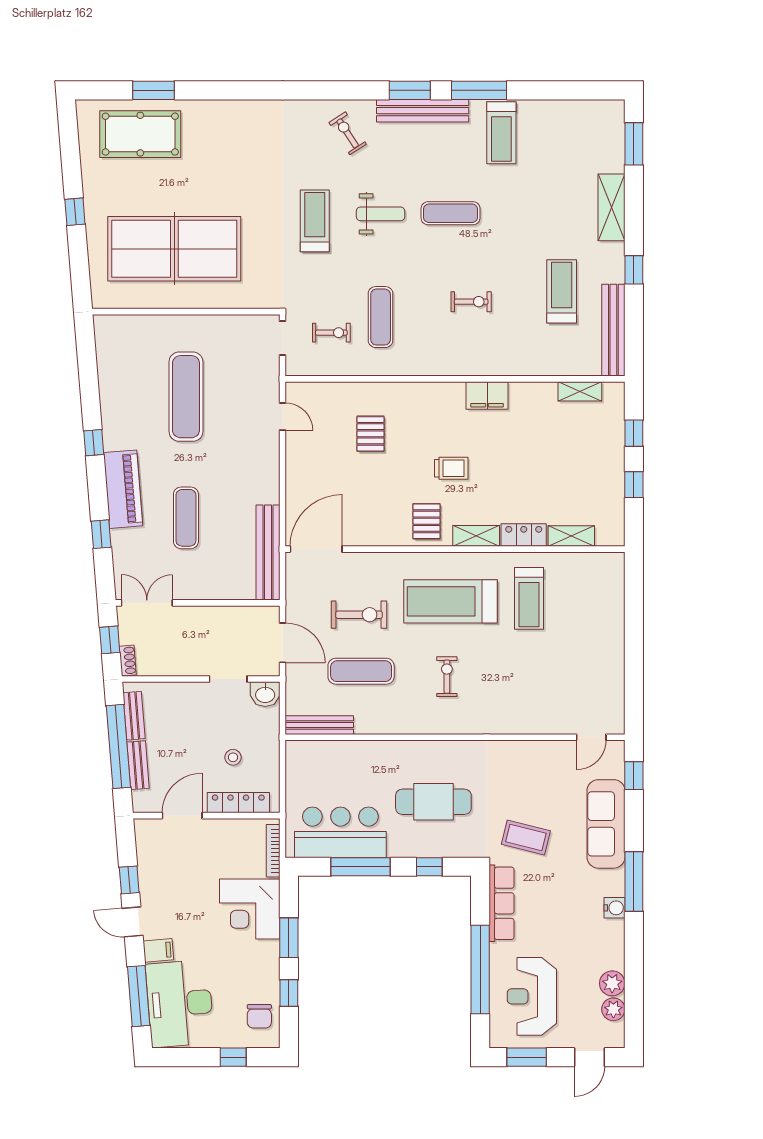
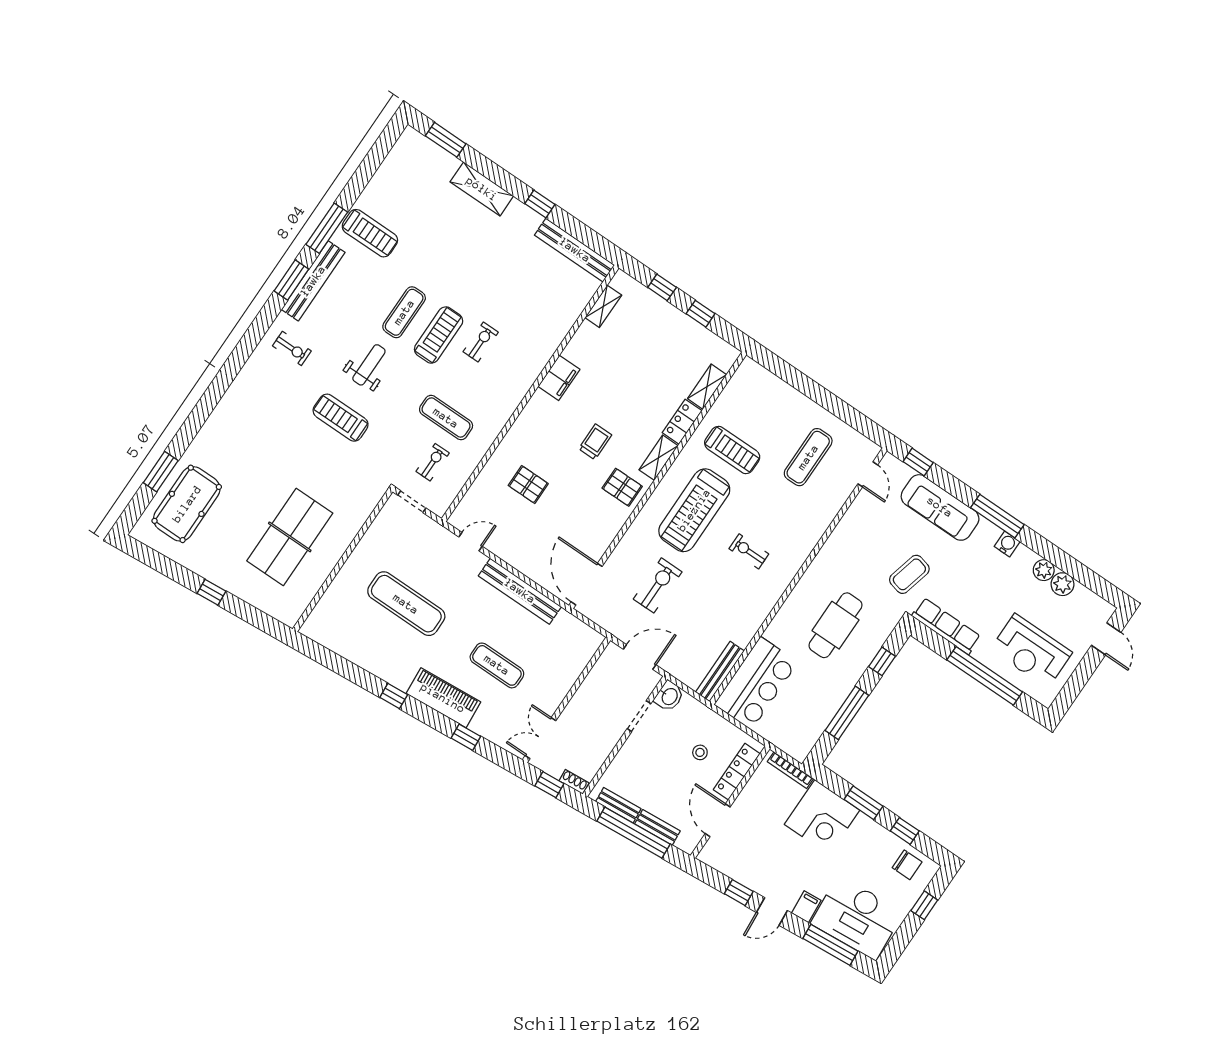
exercise bike: (348, 133) -> (292, 348), turned -147
table tennis table: (174, 249) -> (290, 537), width x0.73, depth x0.76
treadmill: (562, 291) -> (439, 335), moved, turned 90
bench: (268, 553) -> (520, 591), moved
exercise mat: (361, 671) -> (808, 457), moved
bar counter: (340, 832) -> (756, 683), moved, turned 180
plant: (613, 1009) -> (1044, 570), moved
window: (527, 1057) -> (1074, 686), removed

